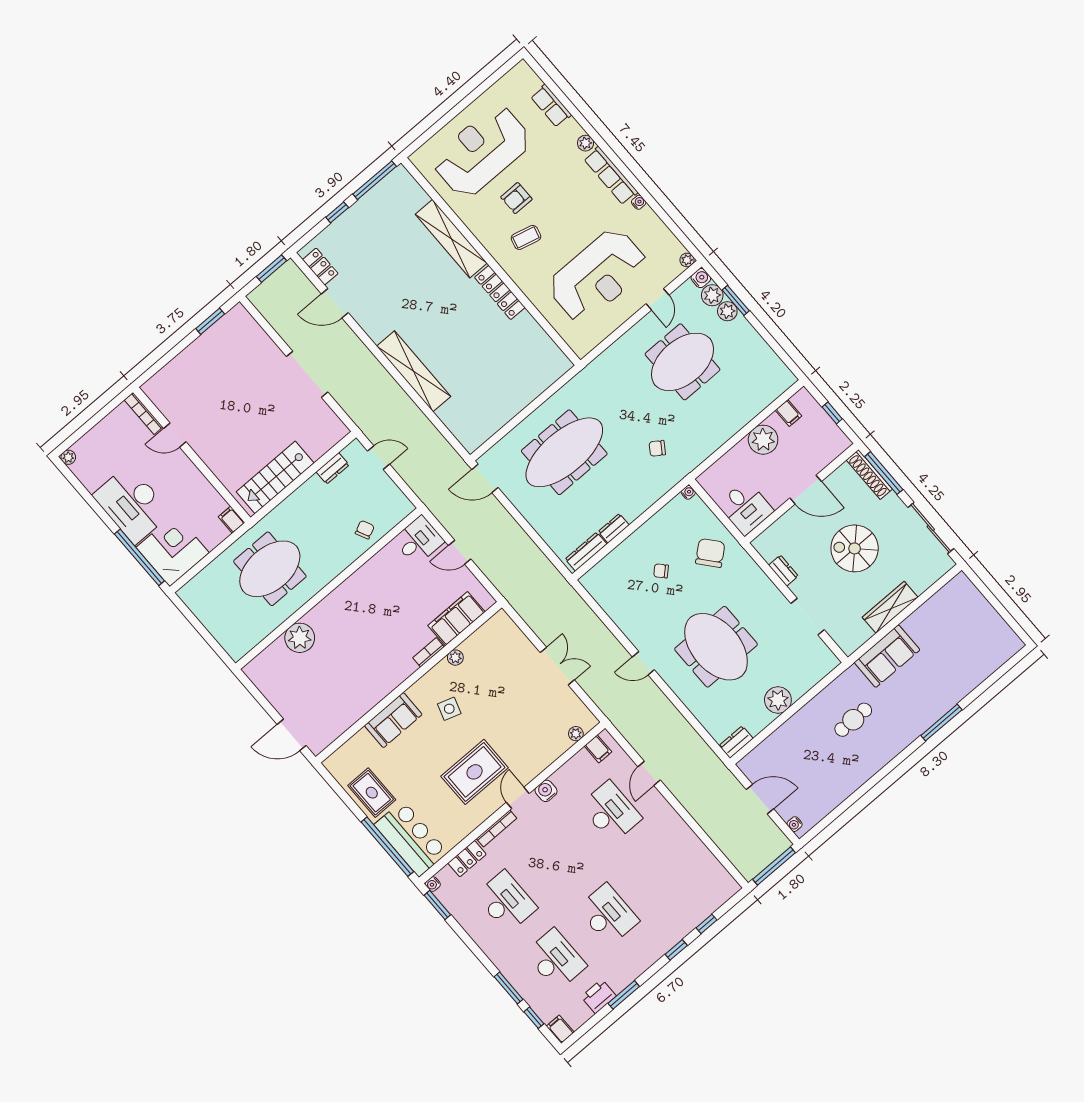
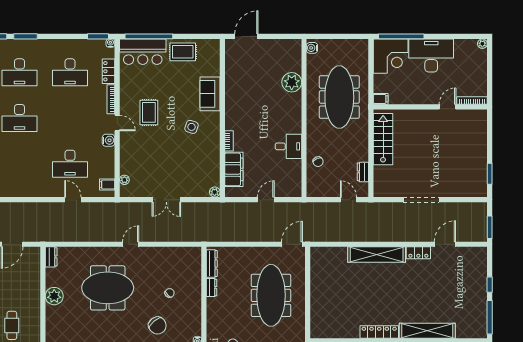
locker: (320, 267) -> (418, 253), moved
door: (379, 458) -> (348, 200), swing flipped
desk: (419, 541) -> (288, 146), moved, turned -90
meeting table: (270, 569) -> (339, 97), width x1.36
water cooler: (240, 648) -> (312, 48), added
plant: (455, 658) -> (215, 192), moved
rug: (475, 772) -> (149, 112), width x0.73, depth x0.70

